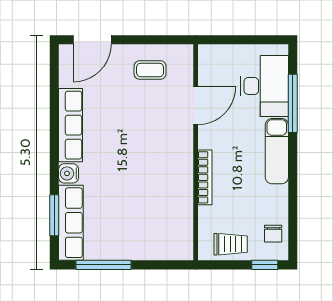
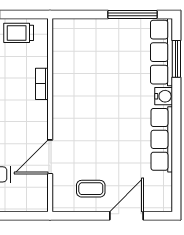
door: (92, 40) -> (127, 216), moved
bookcase: (205, 177) -> (42, 84), width x0.64

